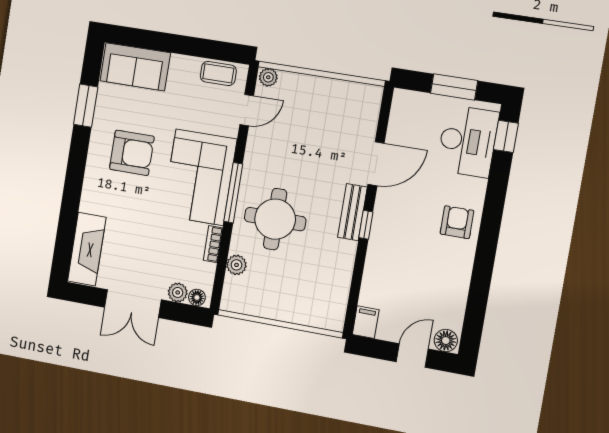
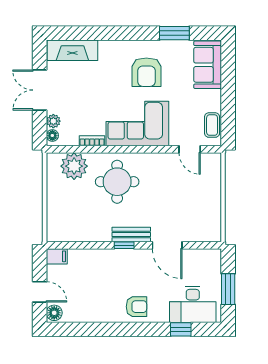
plant: (268, 77) -> (215, 161), removed
window: (506, 136) -> (181, 329), moved
window: (233, 193) -> (130, 149), removed
plant: (236, 265) -> (74, 166), width x1.88, depth x1.88

